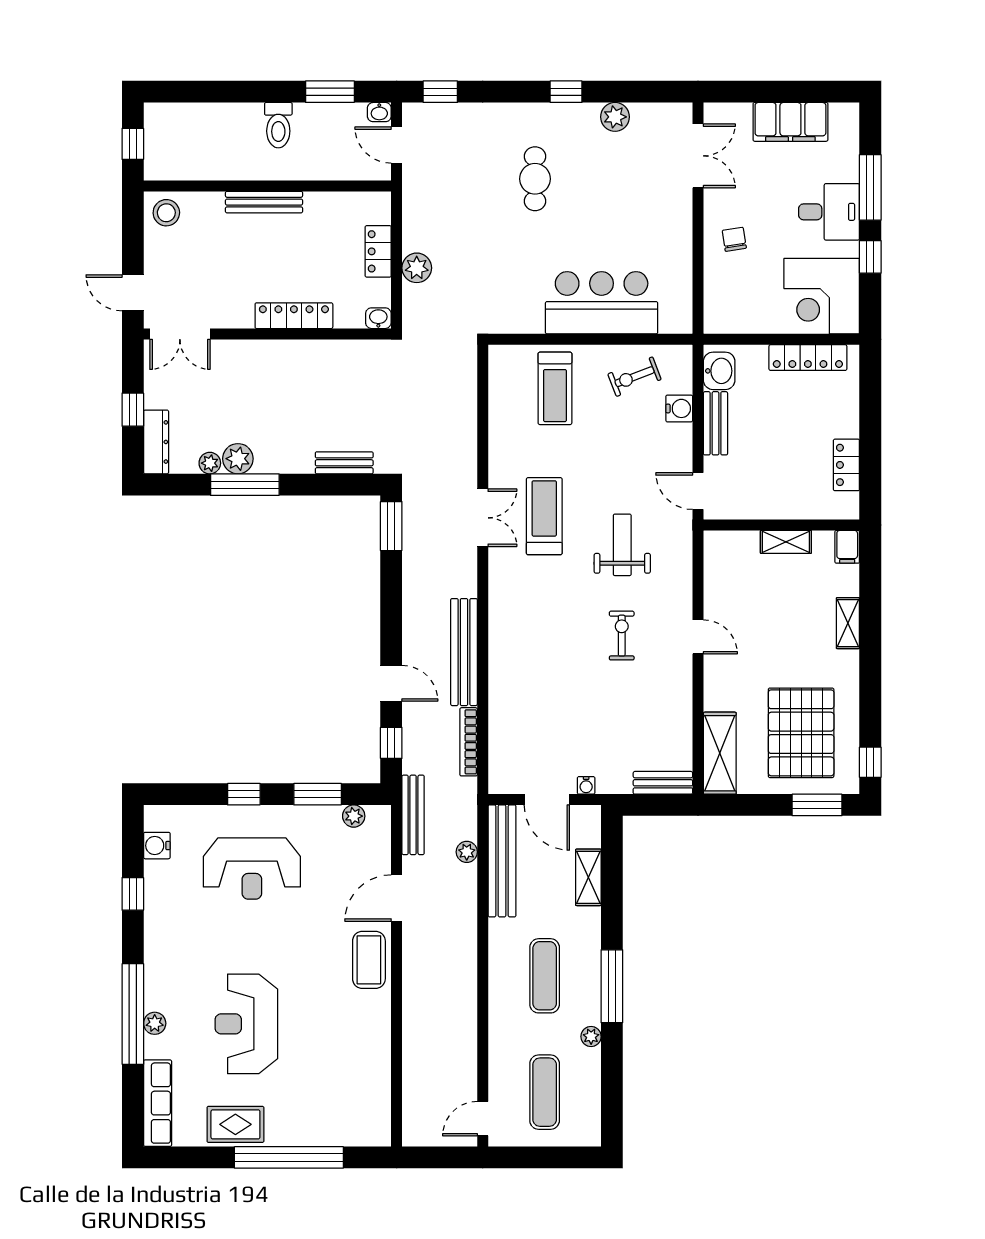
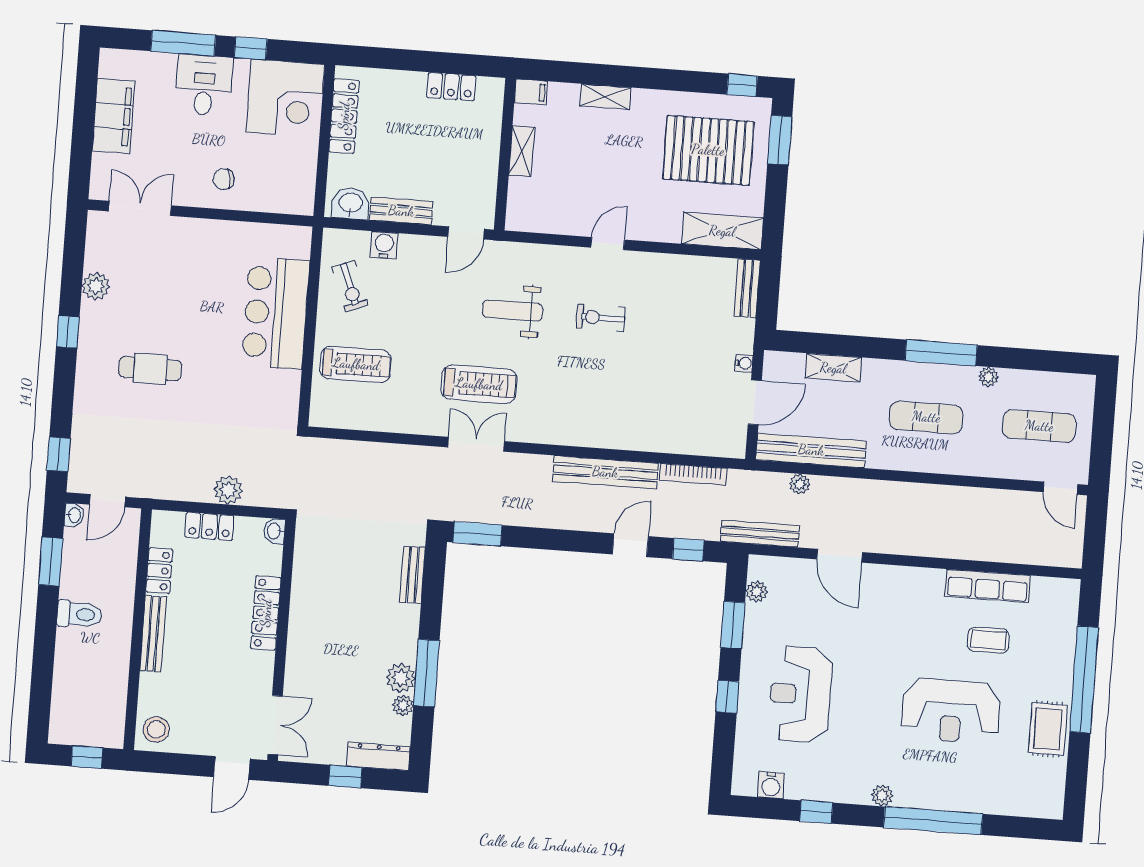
locker: (329, 204) -> (159, 571), added
treadmill: (544, 516) -> (479, 384), turned 180
reception desk: (252, 869) -> (800, 694), turned 180
coffee table: (369, 960) -> (988, 640), moved, width x0.73, depth x0.77
plant: (155, 1023) -> (882, 795), moved
row of seats: (158, 1103) -> (988, 586), moved, turned 180

